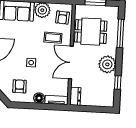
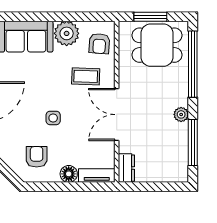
dining table: (91, 32) -> (157, 45), moved
window: (120, 33) -> (193, 64), width x1.46
plant: (107, 64) -> (181, 114), width x0.53, depth x0.53
window: (118, 83) -> (193, 142), width x2.17

